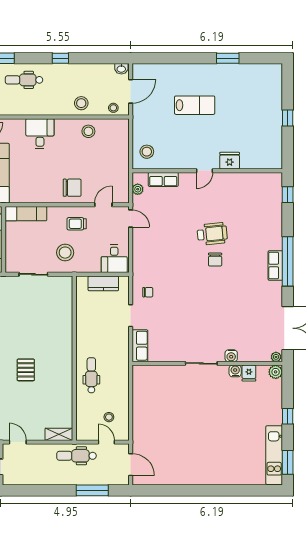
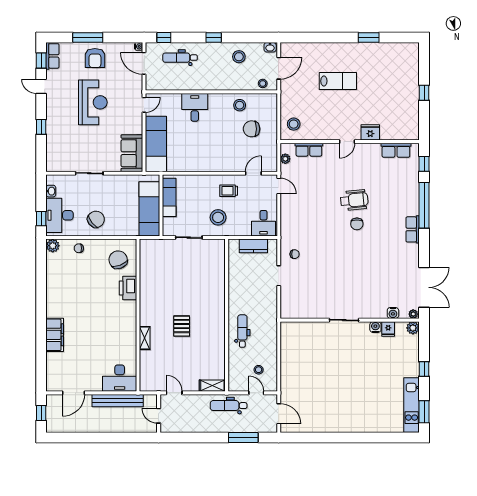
stool: (81, 103) -> (239, 57), moved
chair: (72, 188) -> (252, 129), moved, turned 180
exam couch: (26, 214) -> (169, 197), moved, turned -90
window: (288, 261) -> (424, 205), moved
row of seats: (140, 346) -> (396, 150), moved, turned 90
water cooler: (231, 356) -> (393, 313), moved

